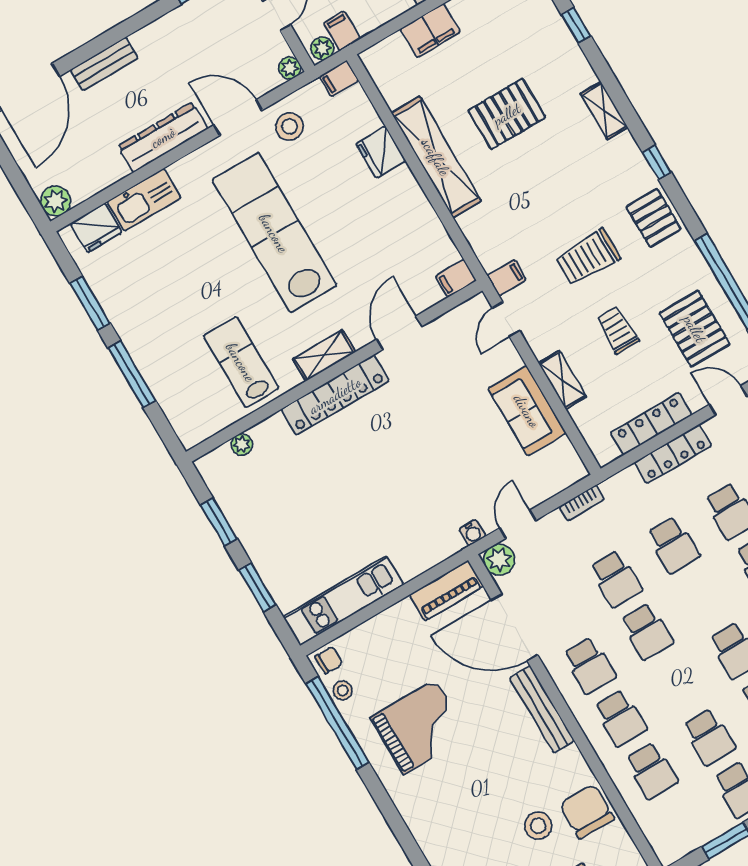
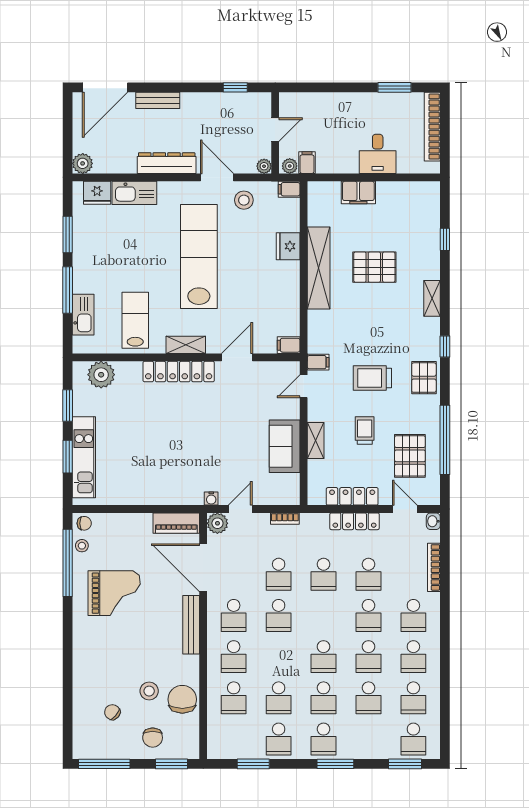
kitchen sink: (170, 394) -> (83, 315), added
plant: (242, 445) -> (101, 375), width x1.88, depth x1.88
kitchen unit: (343, 601) -> (84, 457), moved, turned 90

